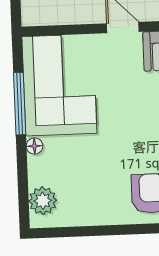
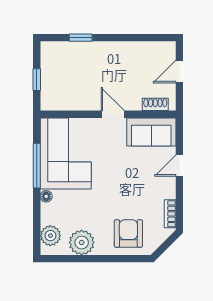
plant: (87, 209) -> (82, 242), added

